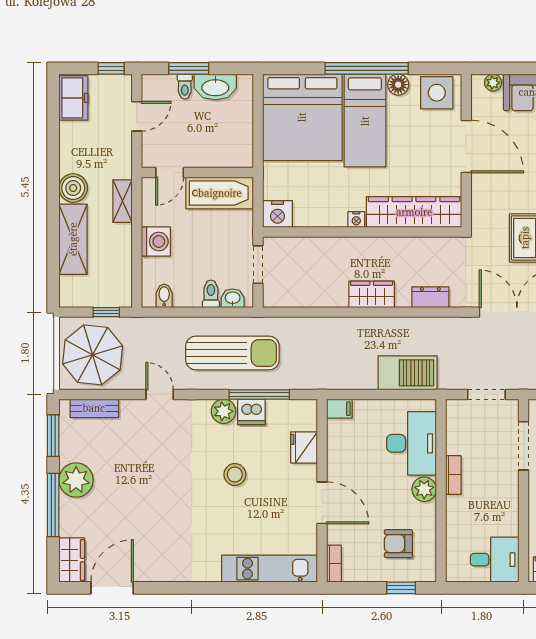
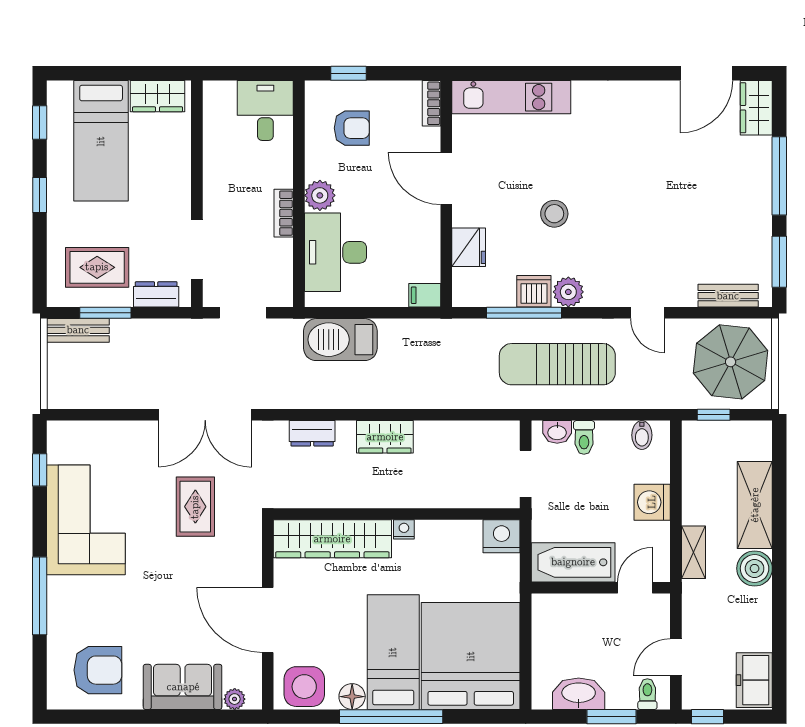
toilet: (185, 87) -> (647, 694), moved
plant: (76, 480) -> (751, 207), removed
desk: (495, 560) -> (265, 110), moved, turned 90

